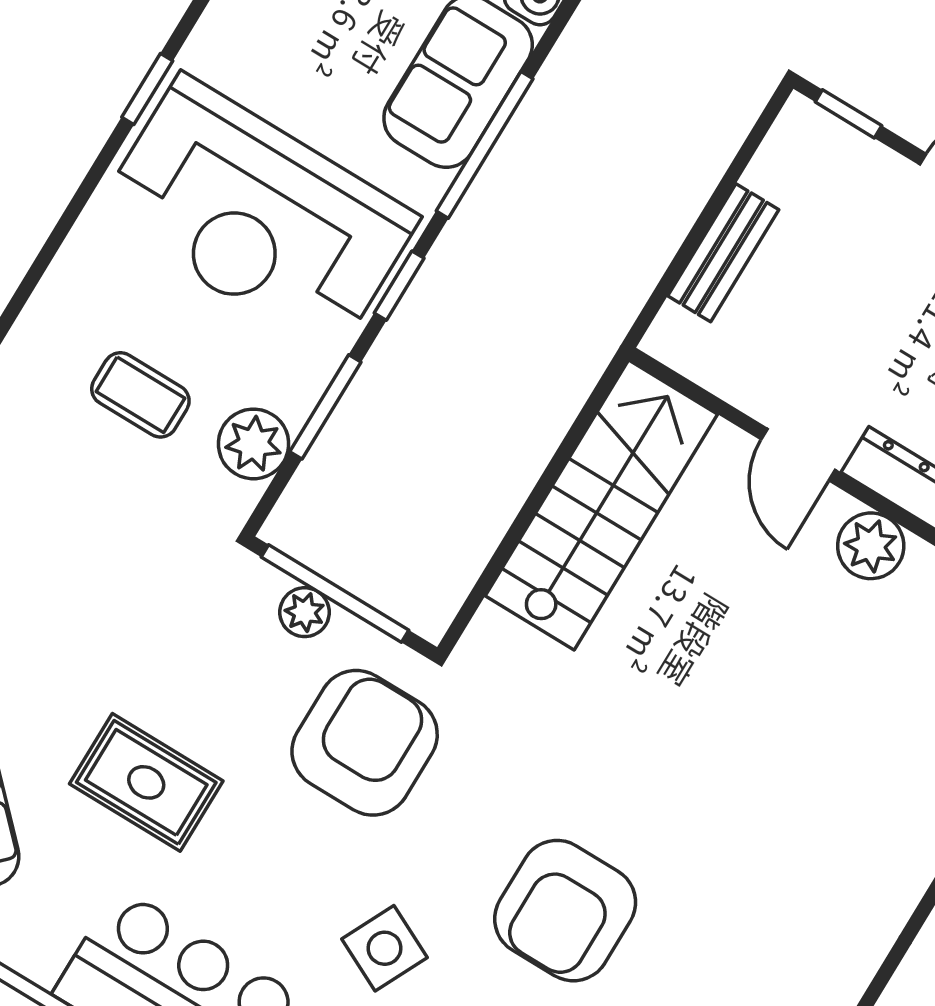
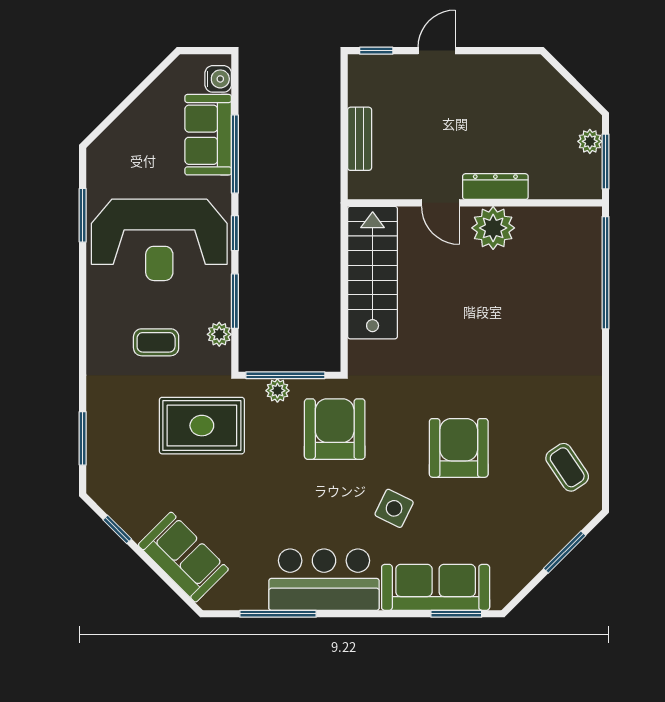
window: (147, 89) -> (83, 215), width x1.50
plant: (254, 444) -> (219, 334), width x0.73, depth x0.73
plant: (871, 546) -> (493, 228), width x1.36, depth x1.36
rug: (146, 782) -> (202, 426), moved, width x1.36, depth x1.43
armchair: (565, 911) -> (459, 448), turned 180

